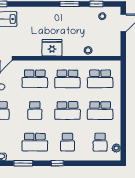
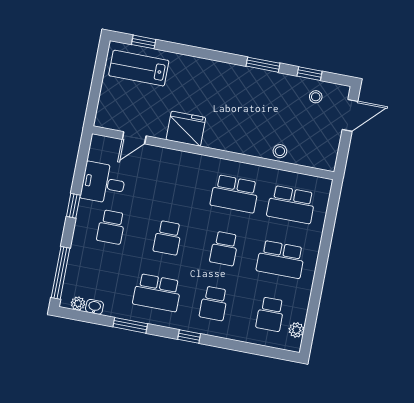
fridge: (52, 48) -> (186, 129), moved
school desk: (35, 79) -> (178, 183), removed
school desk: (67, 110) -> (224, 249), width x0.54

